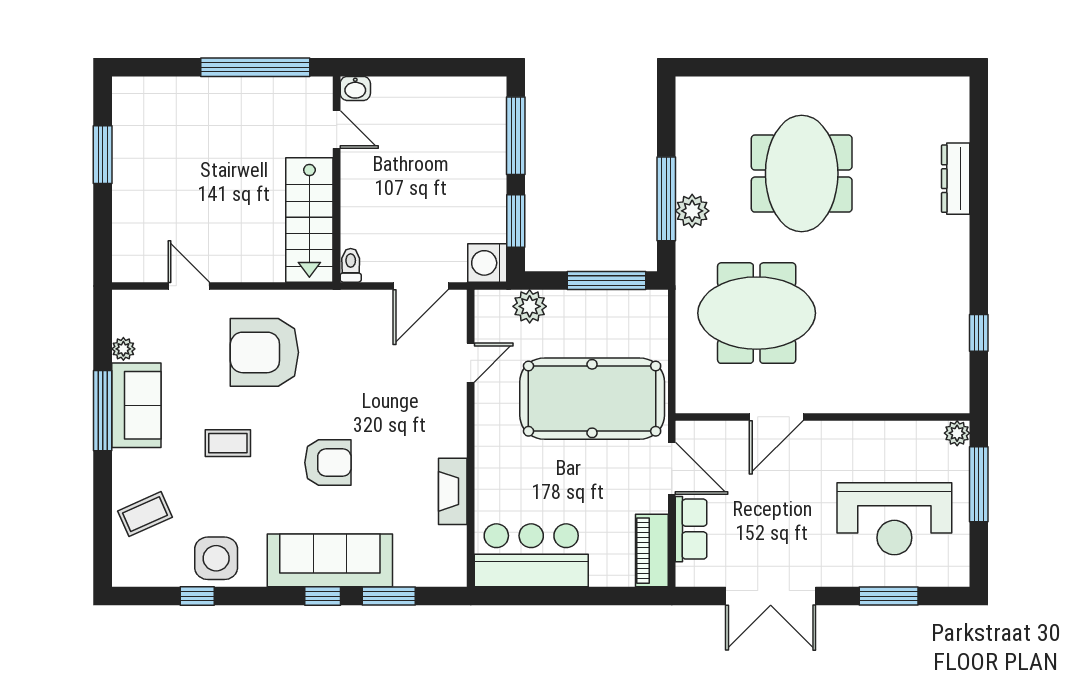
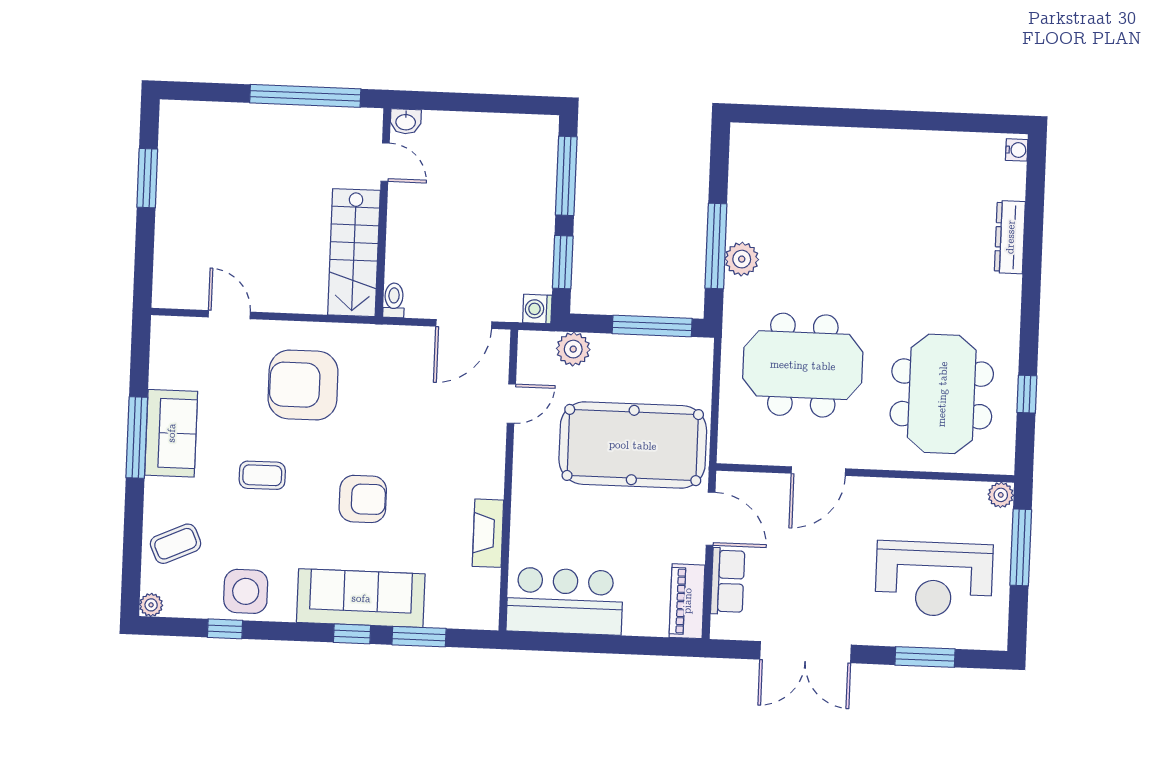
water cooler: (959, 92) -> (1017, 150), added
meeting table: (802, 174) -> (942, 394), moved
washing machine: (487, 263) -> (537, 309), width x0.73, depth x0.73
plant: (123, 349) -> (151, 605), moved

